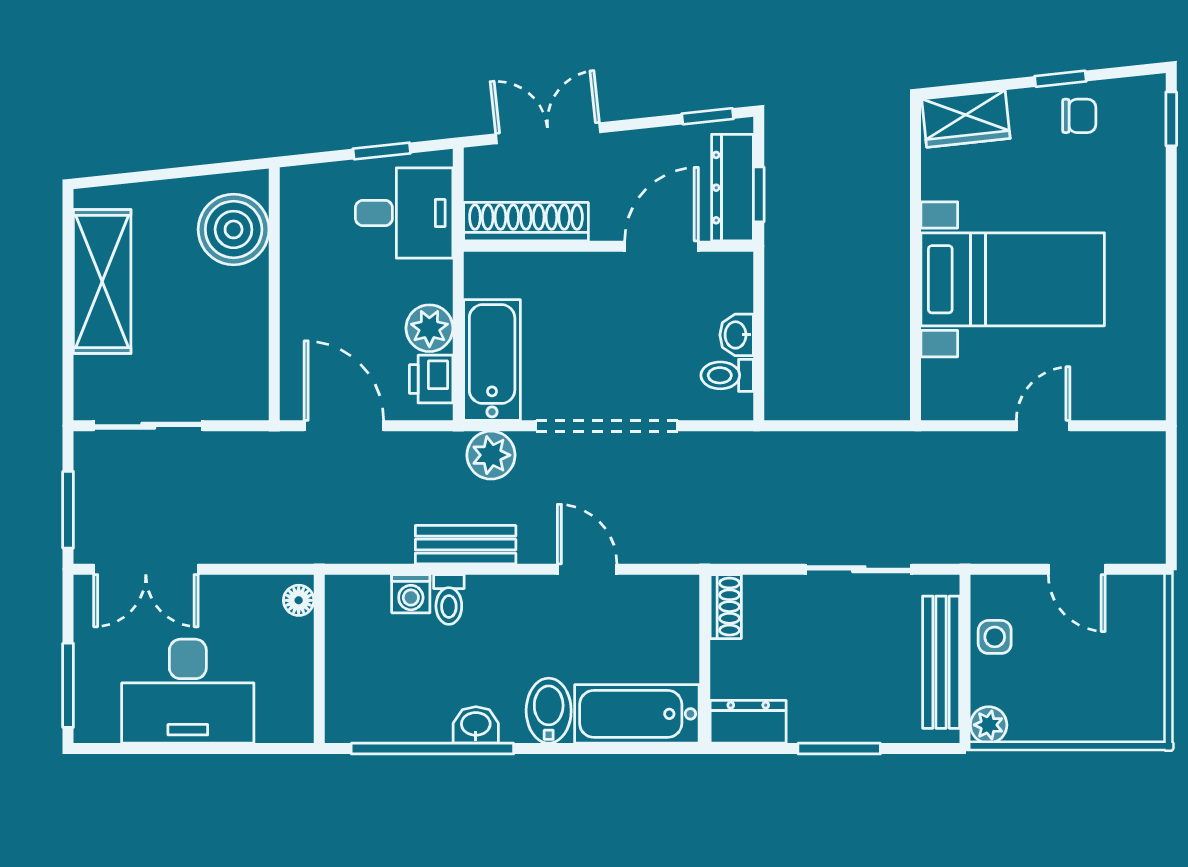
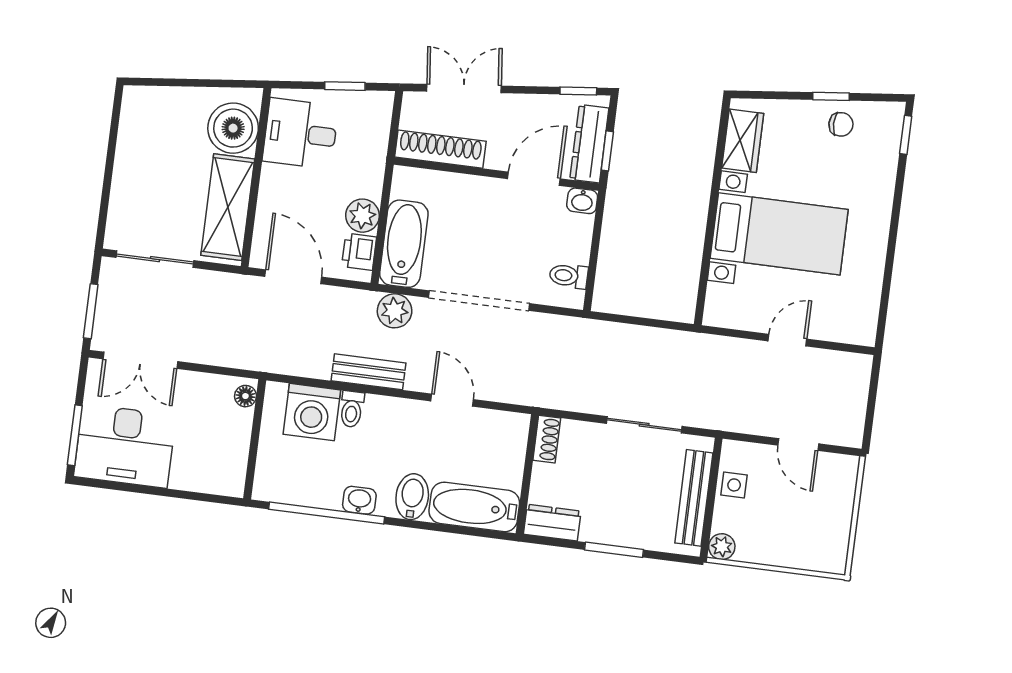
wardrobe: (966, 119) -> (743, 141), moved, turned -84
desk: (404, 213) -> (300, 134), moved, turned 180
shelving: (102, 281) -> (228, 207), moved
washbasin: (737, 335) -> (582, 201), moved, turned -90
washing machine: (411, 594) -> (312, 412), width x1.89, depth x1.89
desk: (188, 691) -> (125, 446), moved

